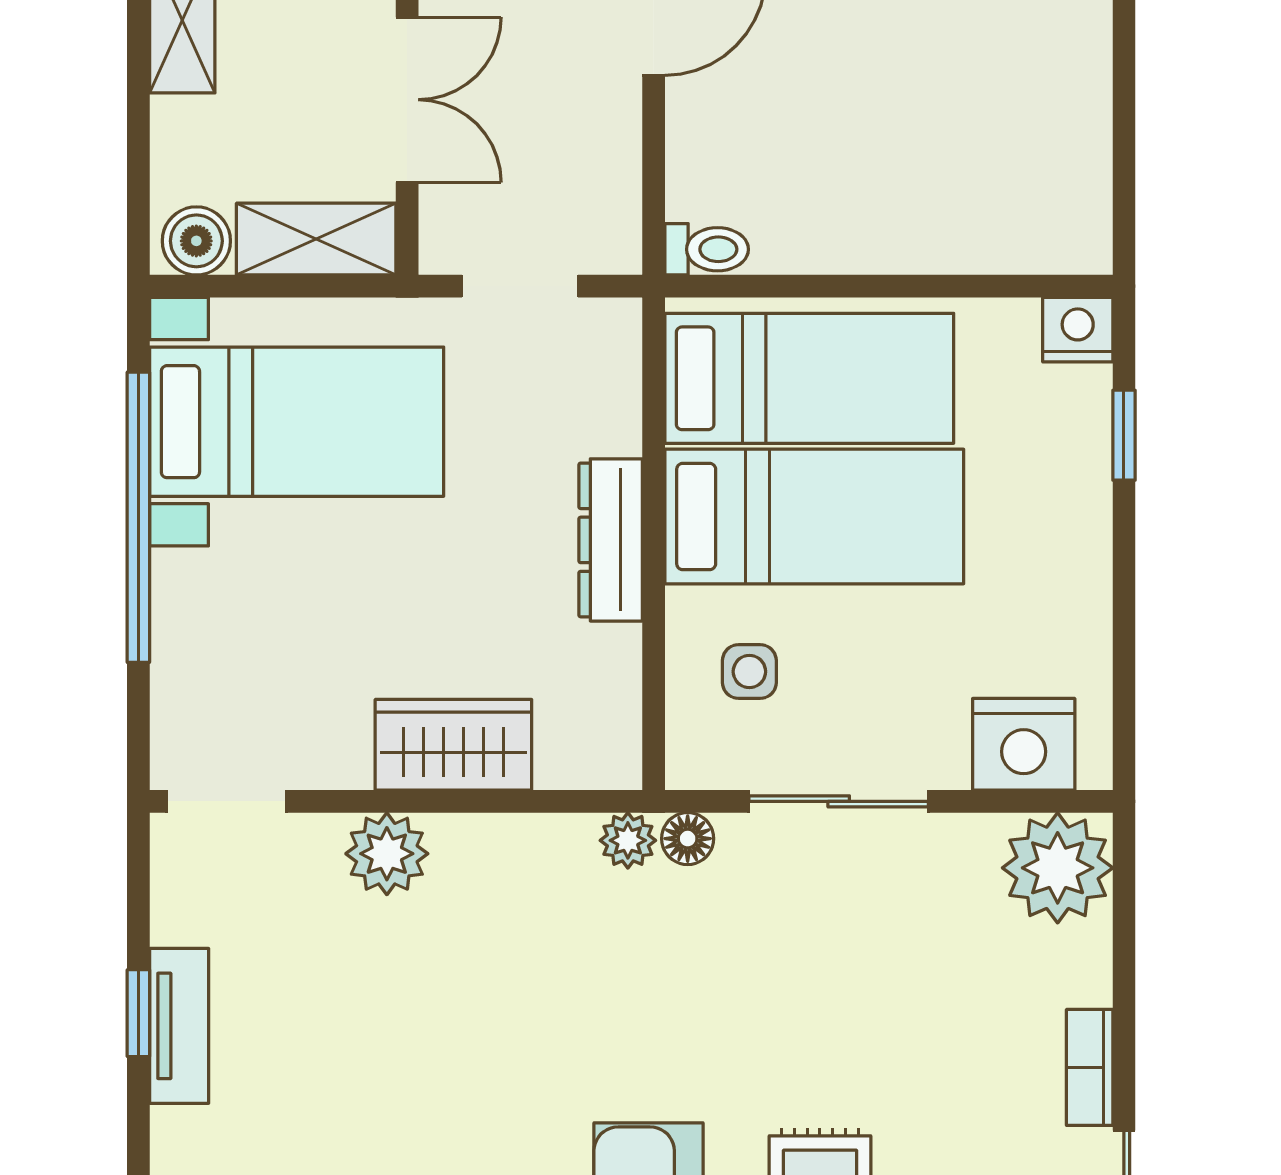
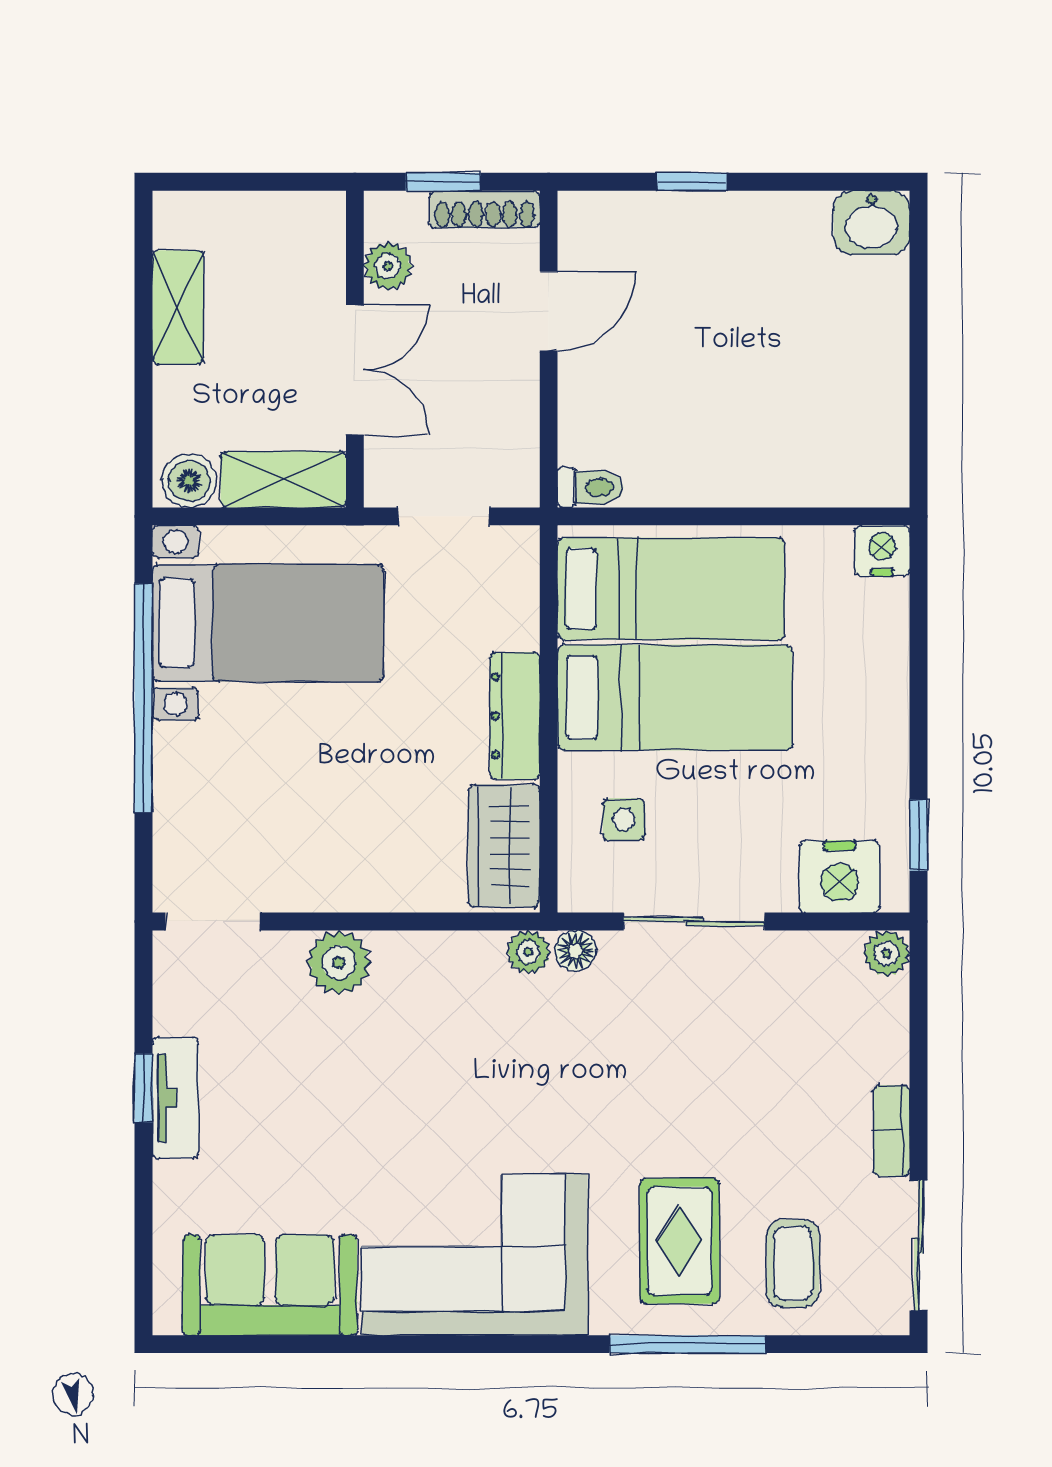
window: (1124, 435) -> (918, 835), moved
wardrobe: (453, 745) -> (504, 846), moved, turned -90
plant: (1058, 868) -> (887, 953), width x0.53, depth x0.53

